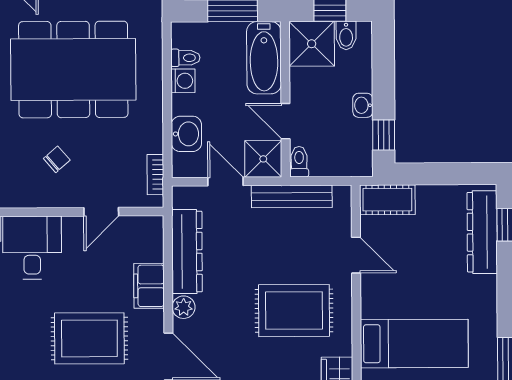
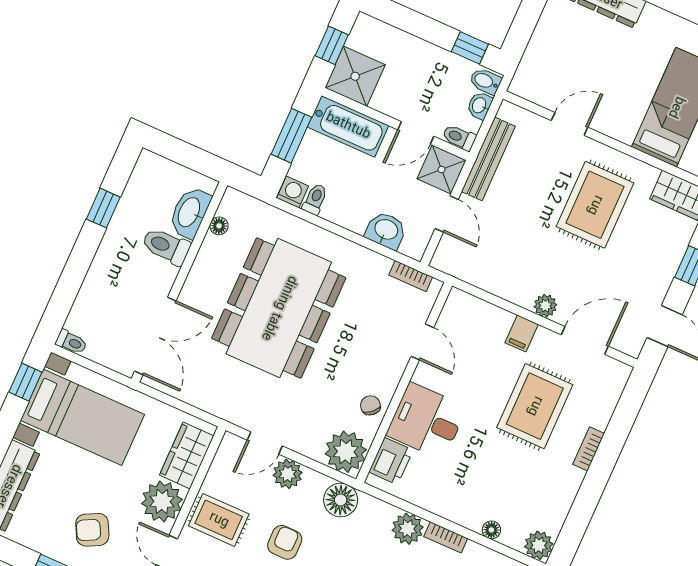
bidet: (346, 35) -> (485, 81), moved, turned 180
washing machine: (183, 81) -> (293, 192), moved
washbasin: (363, 105) -> (480, 106), moved, turned 90
chair: (57, 159) -> (370, 405), moved
door: (226, 182) -> (447, 214), swing flipped
cot: (387, 200) -> (531, 72), removed
dresser: (187, 252) -> (495, 279), removed
filing cabinet: (149, 286) -> (522, 333), width x0.50

